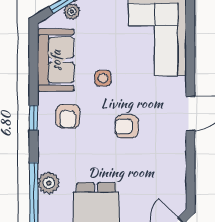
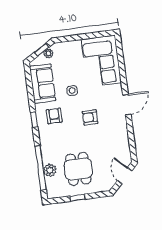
armchair: (68, 116) -> (54, 116), turned 180
plant: (49, 183) -> (50, 170), moved

